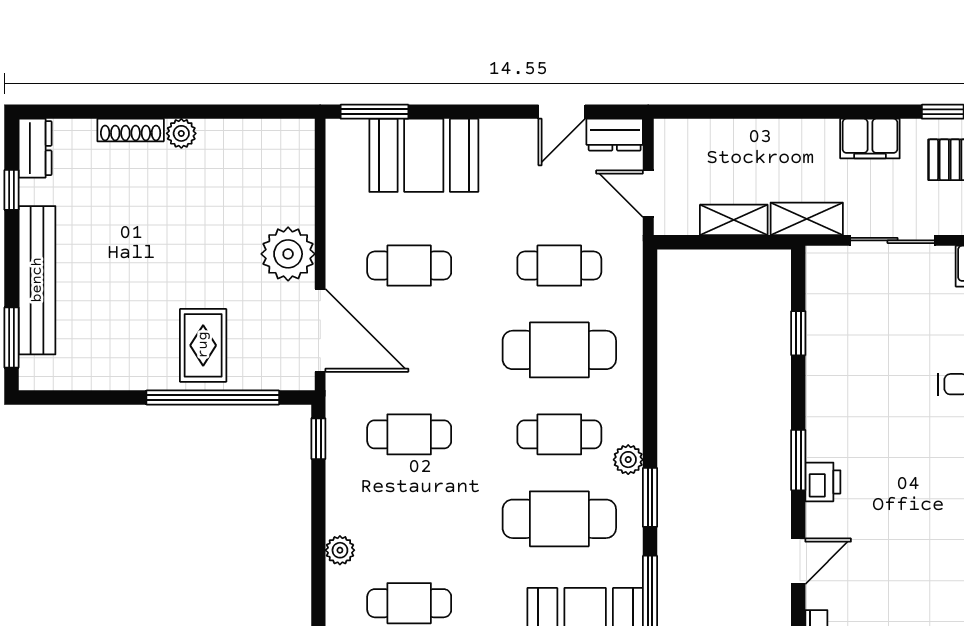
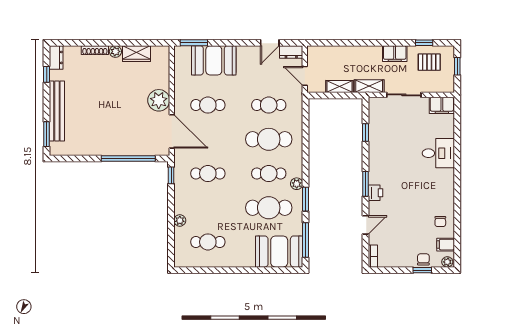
wardrobe: (233, 139) -> (136, 54), added
rug: (203, 345) -> (124, 137), removed

